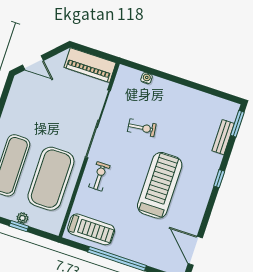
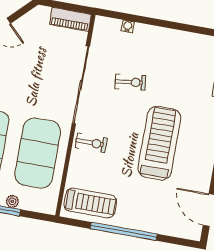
piano: (90, 65) -> (70, 19), width x0.73, depth x0.75
exercise bike: (99, 176) -> (91, 143), turned 90

